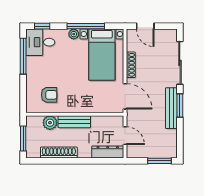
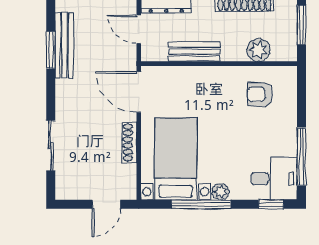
door: (145, 26) -> (106, 204), swing flipped
sliding door: (180, 63) -> (51, 146), width x0.73
window: (180, 106) -> (51, 50), moved
bench: (171, 108) -> (64, 45), moved
bench: (74, 122) -> (194, 52), moved

